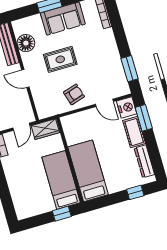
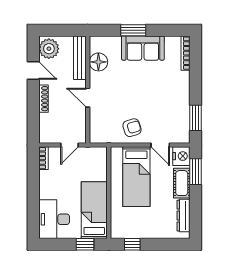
rug: (60, 59) -> (128, 88), removed
wardrobe: (45, 129) -> (93, 154), removed
bed: (88, 171) -> (136, 177), moved, turned 180
window: (135, 192) -> (132, 244), moved
desk: (27, 199) -> (54, 219), added

